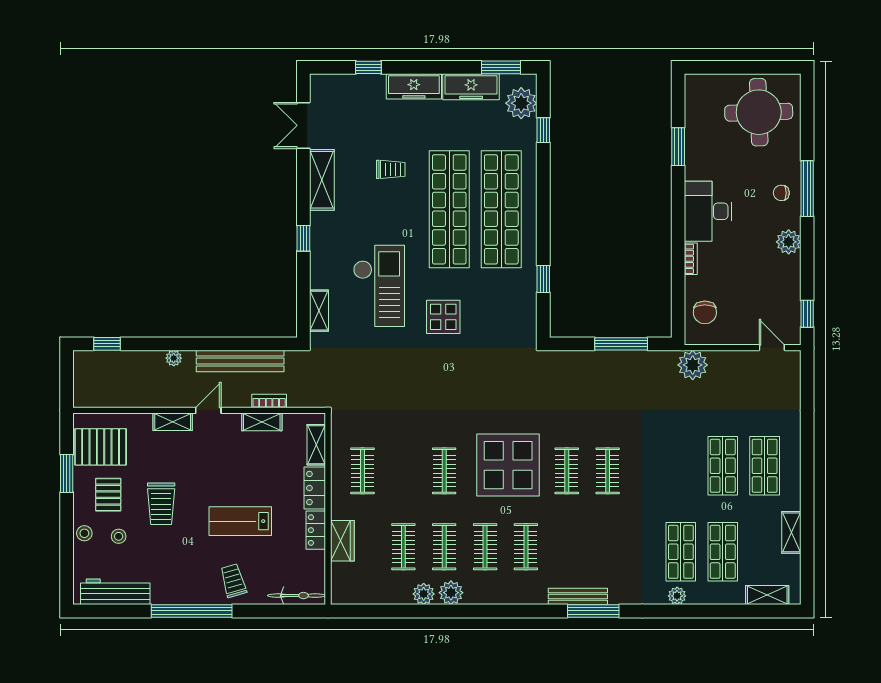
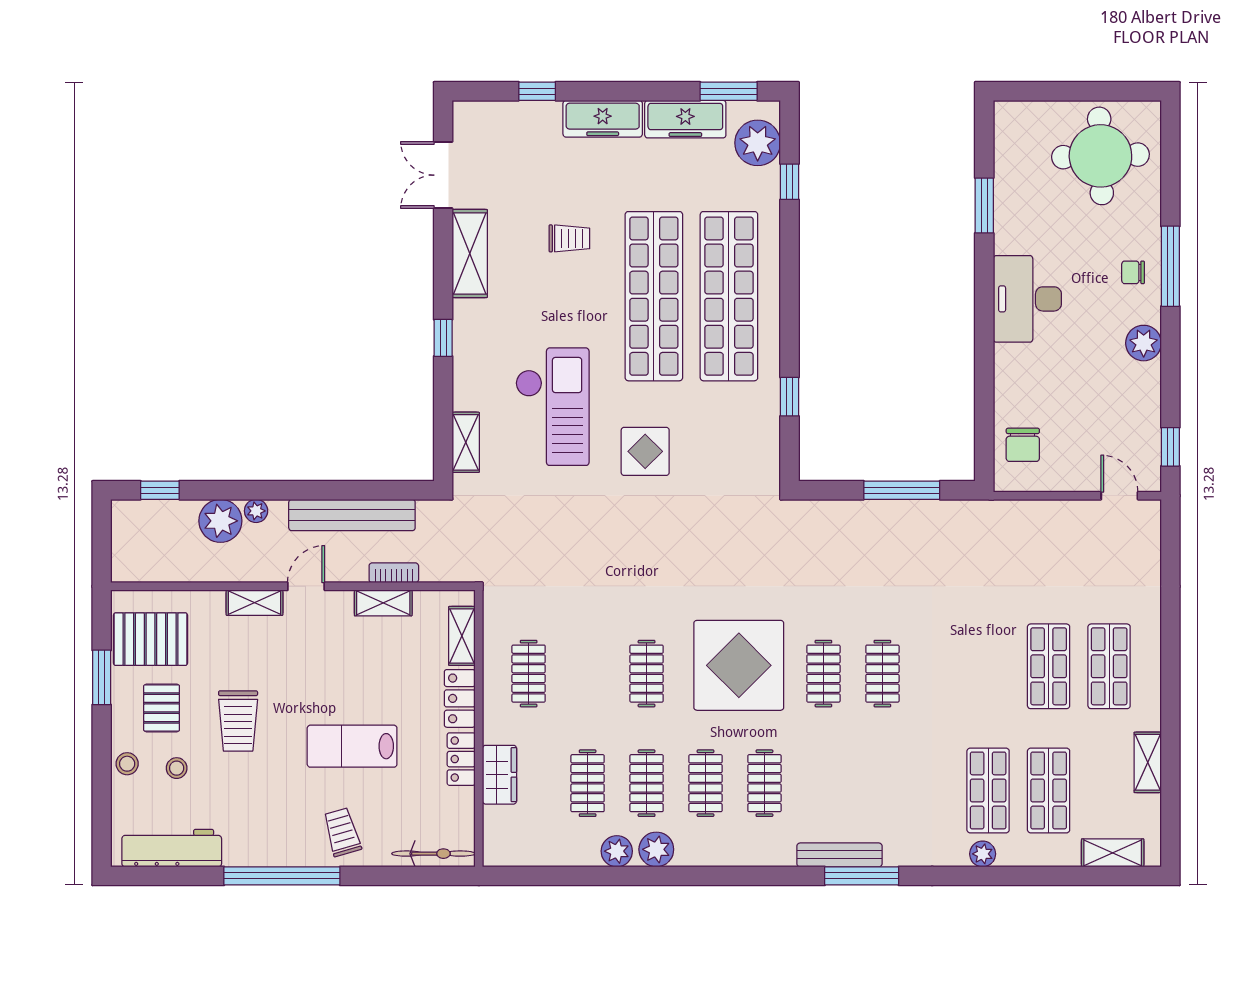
bookcase: (691, 259) -> (1002, 368), removed
plant: (693, 365) -> (220, 521), moved

